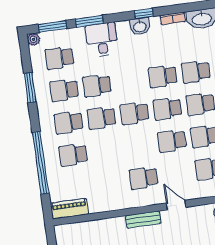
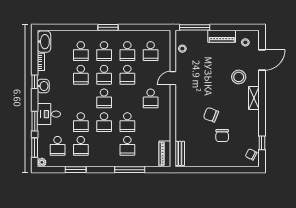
school desk: (69, 123) -> (127, 122), moved
window: (41, 163) -> (130, 170), width x0.68
bench: (143, 219) -> (180, 153), moved

